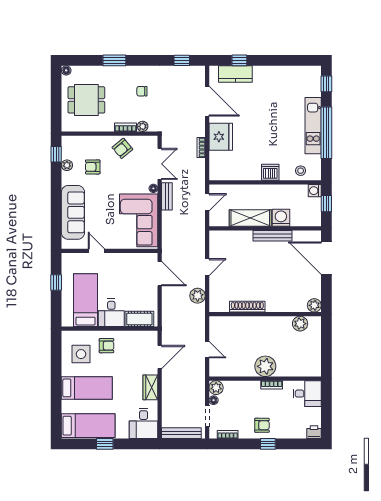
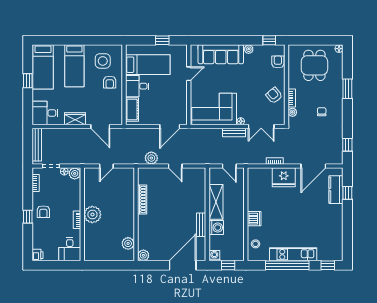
plant: (67, 165) -> (249, 49), moved
armchair: (93, 167) -> (278, 62), moved
washing machine: (315, 191) -> (214, 256), moved
bench: (272, 236) -> (201, 225), width x0.73

